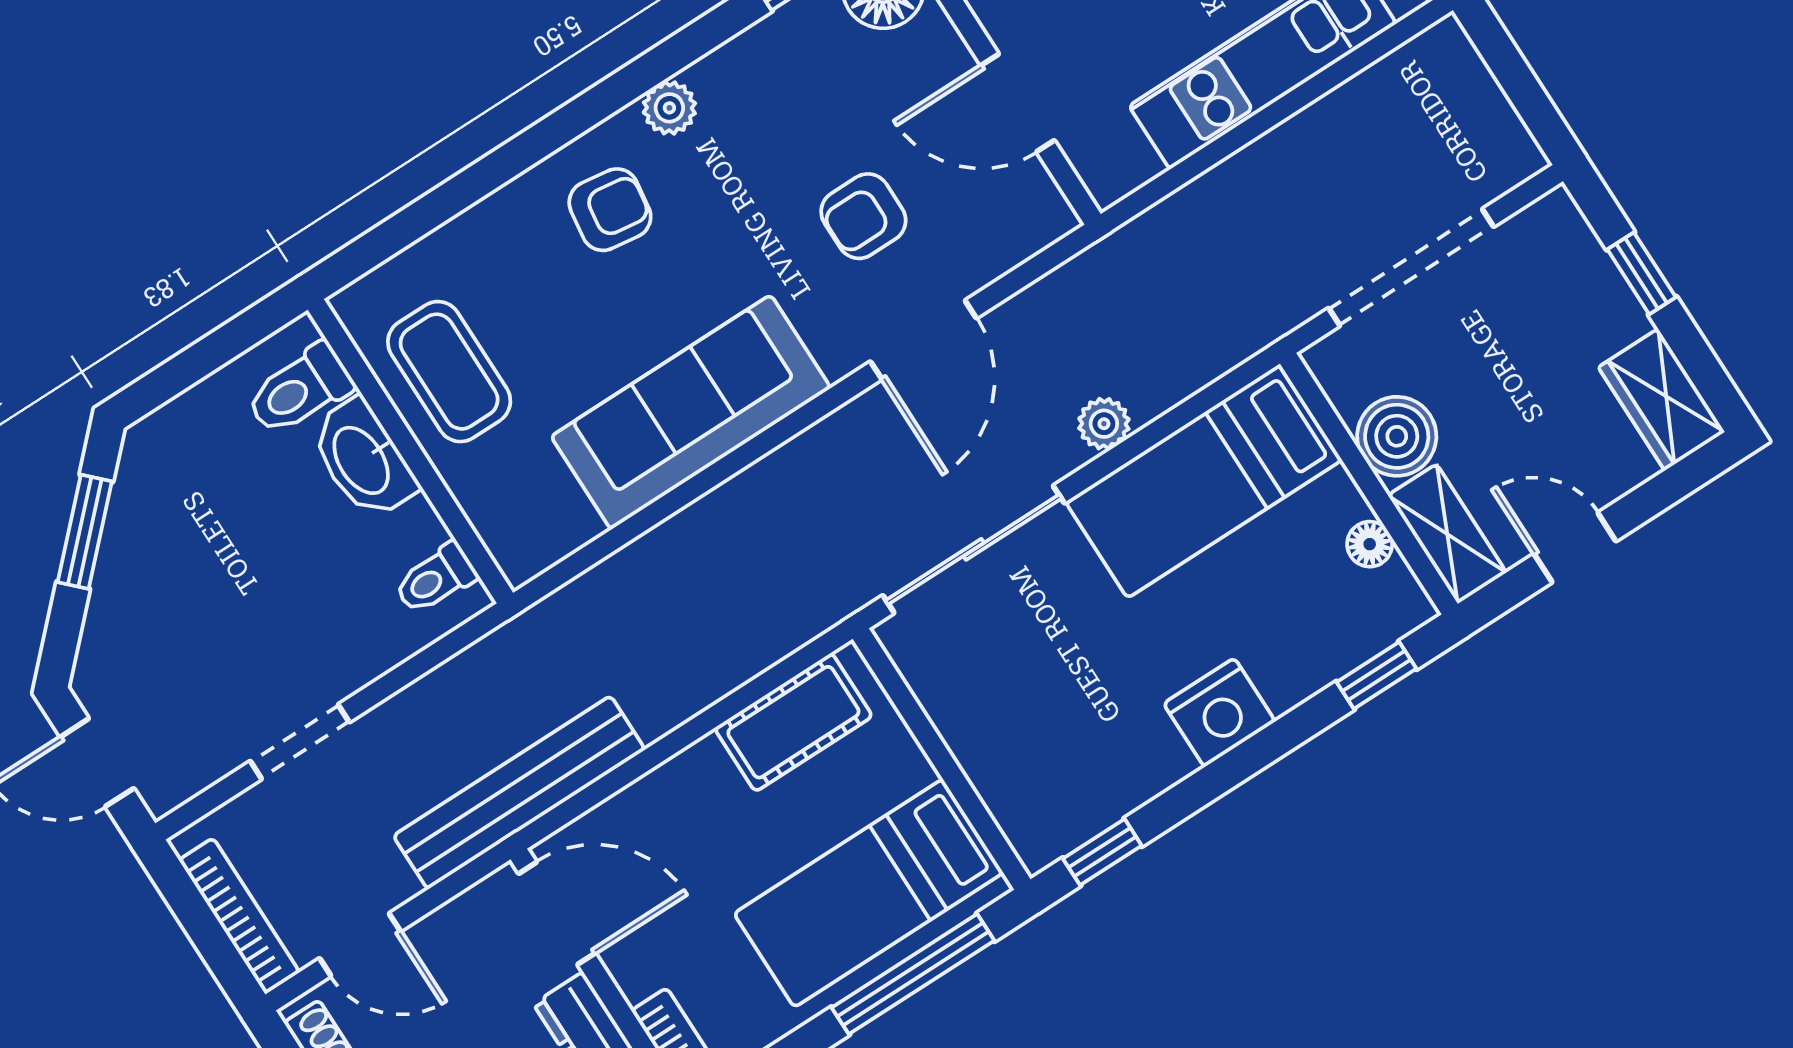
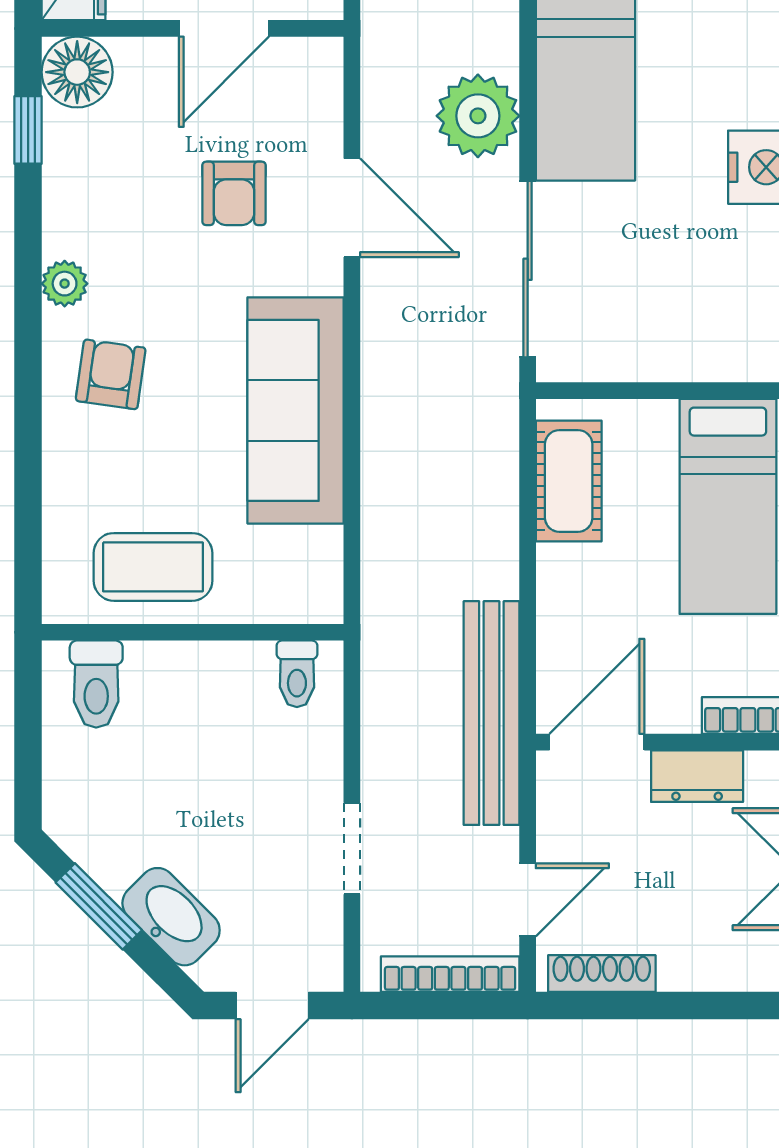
plant: (1104, 424) -> (478, 116), width x1.87, depth x1.87
washbasin: (363, 459) -> (171, 917), moved, turned -135

